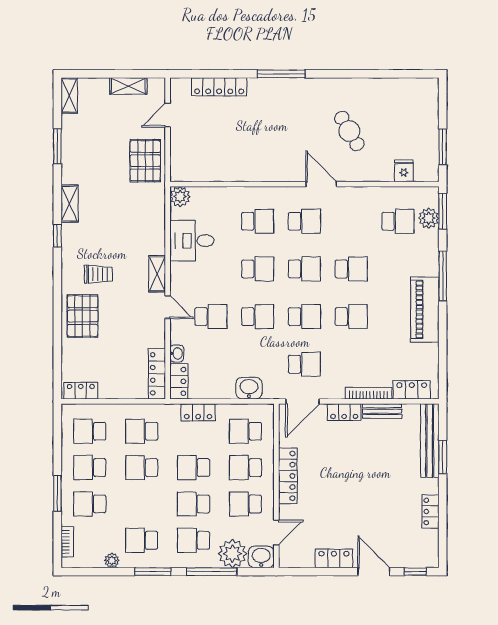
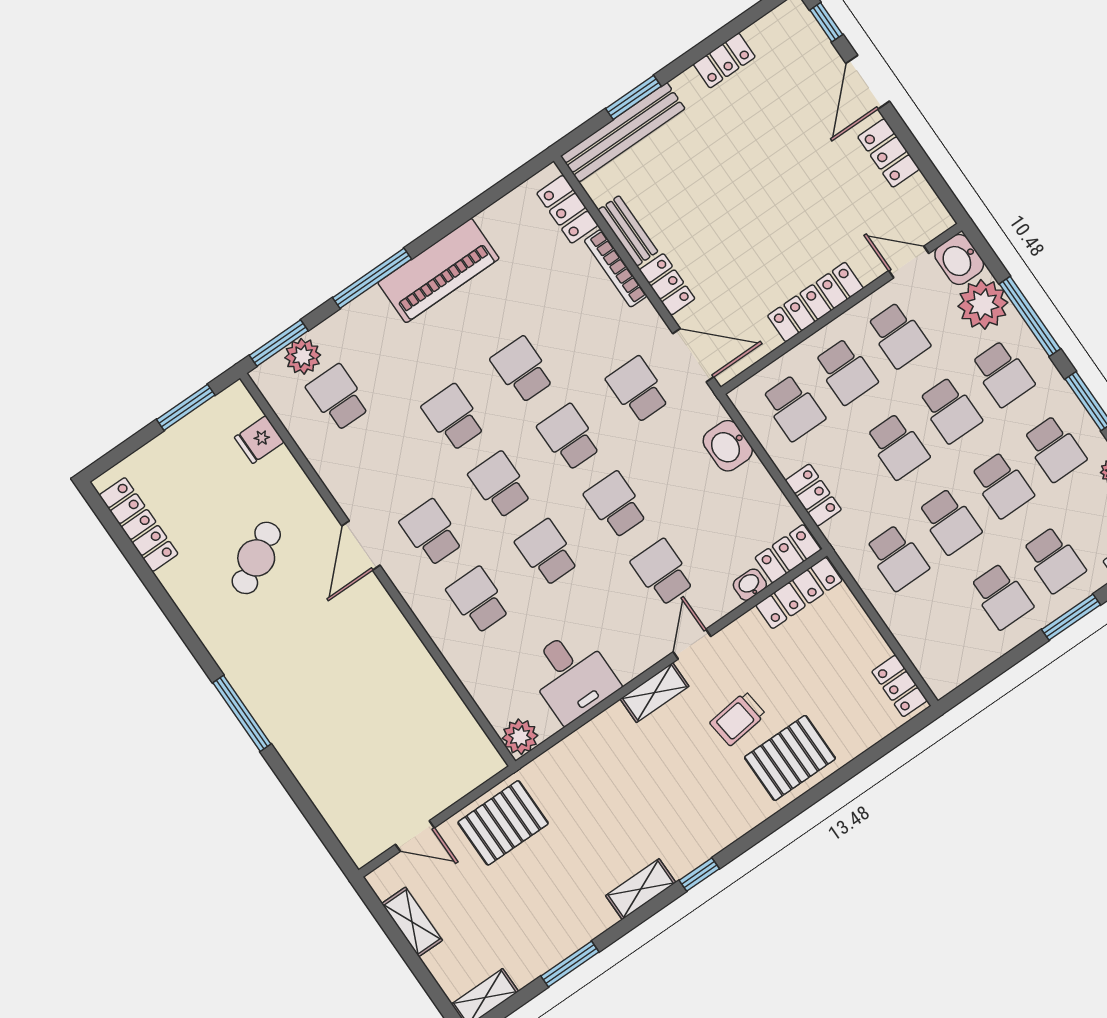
locker: (219, 87) -> (139, 525), moved
trolley: (98, 274) -> (738, 719), moved, turned -97
school desk: (90, 431) -> (1002, 485), moved

